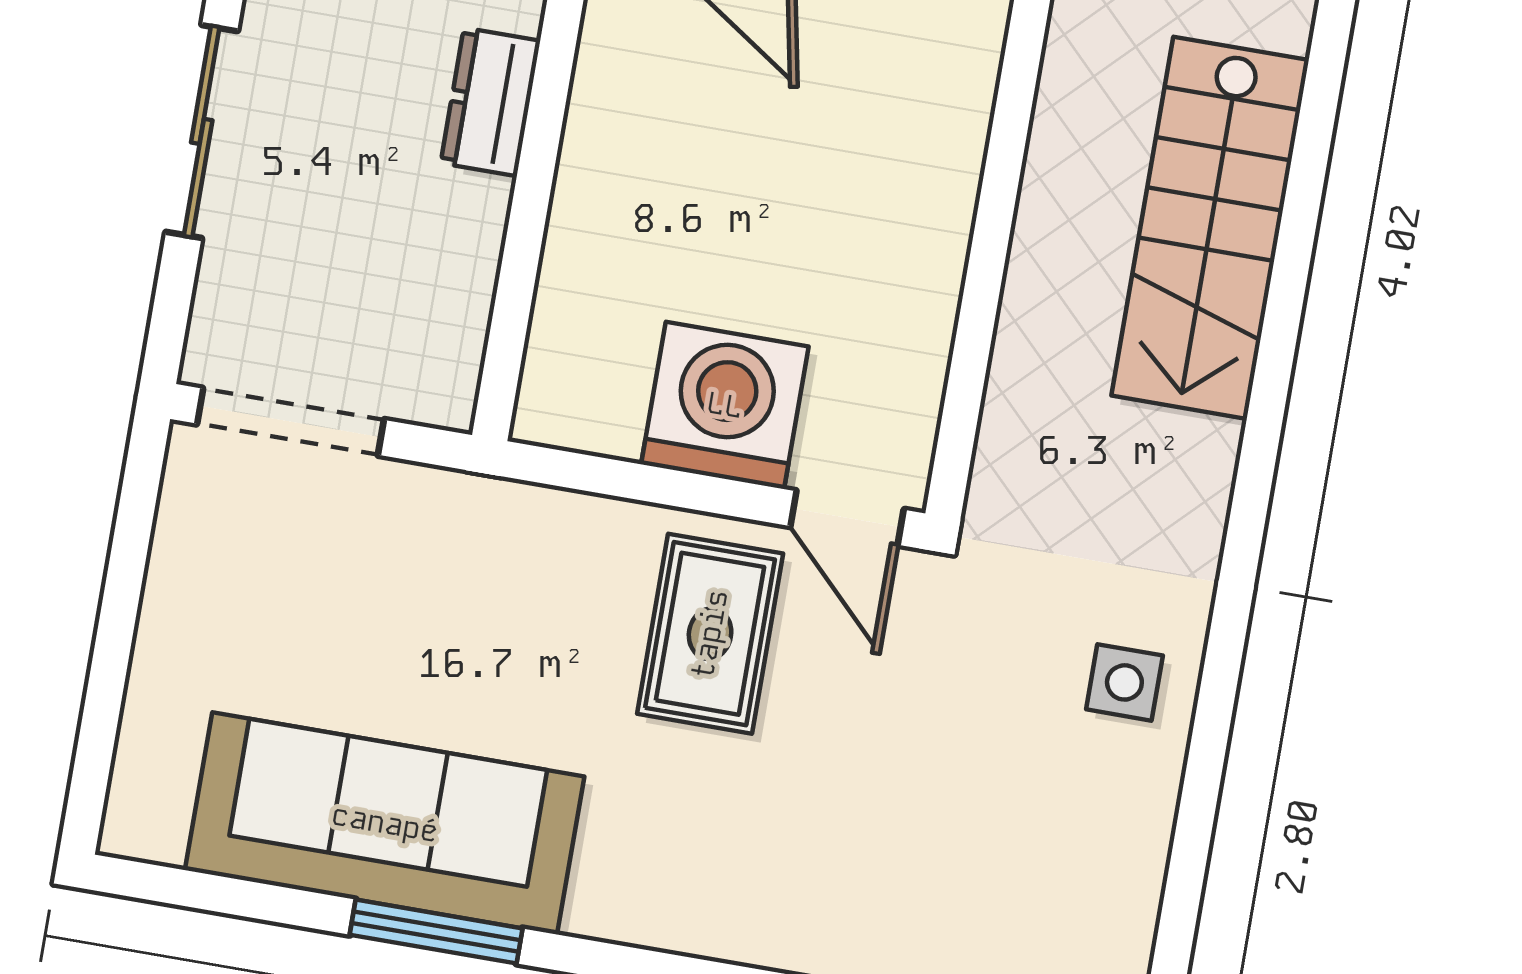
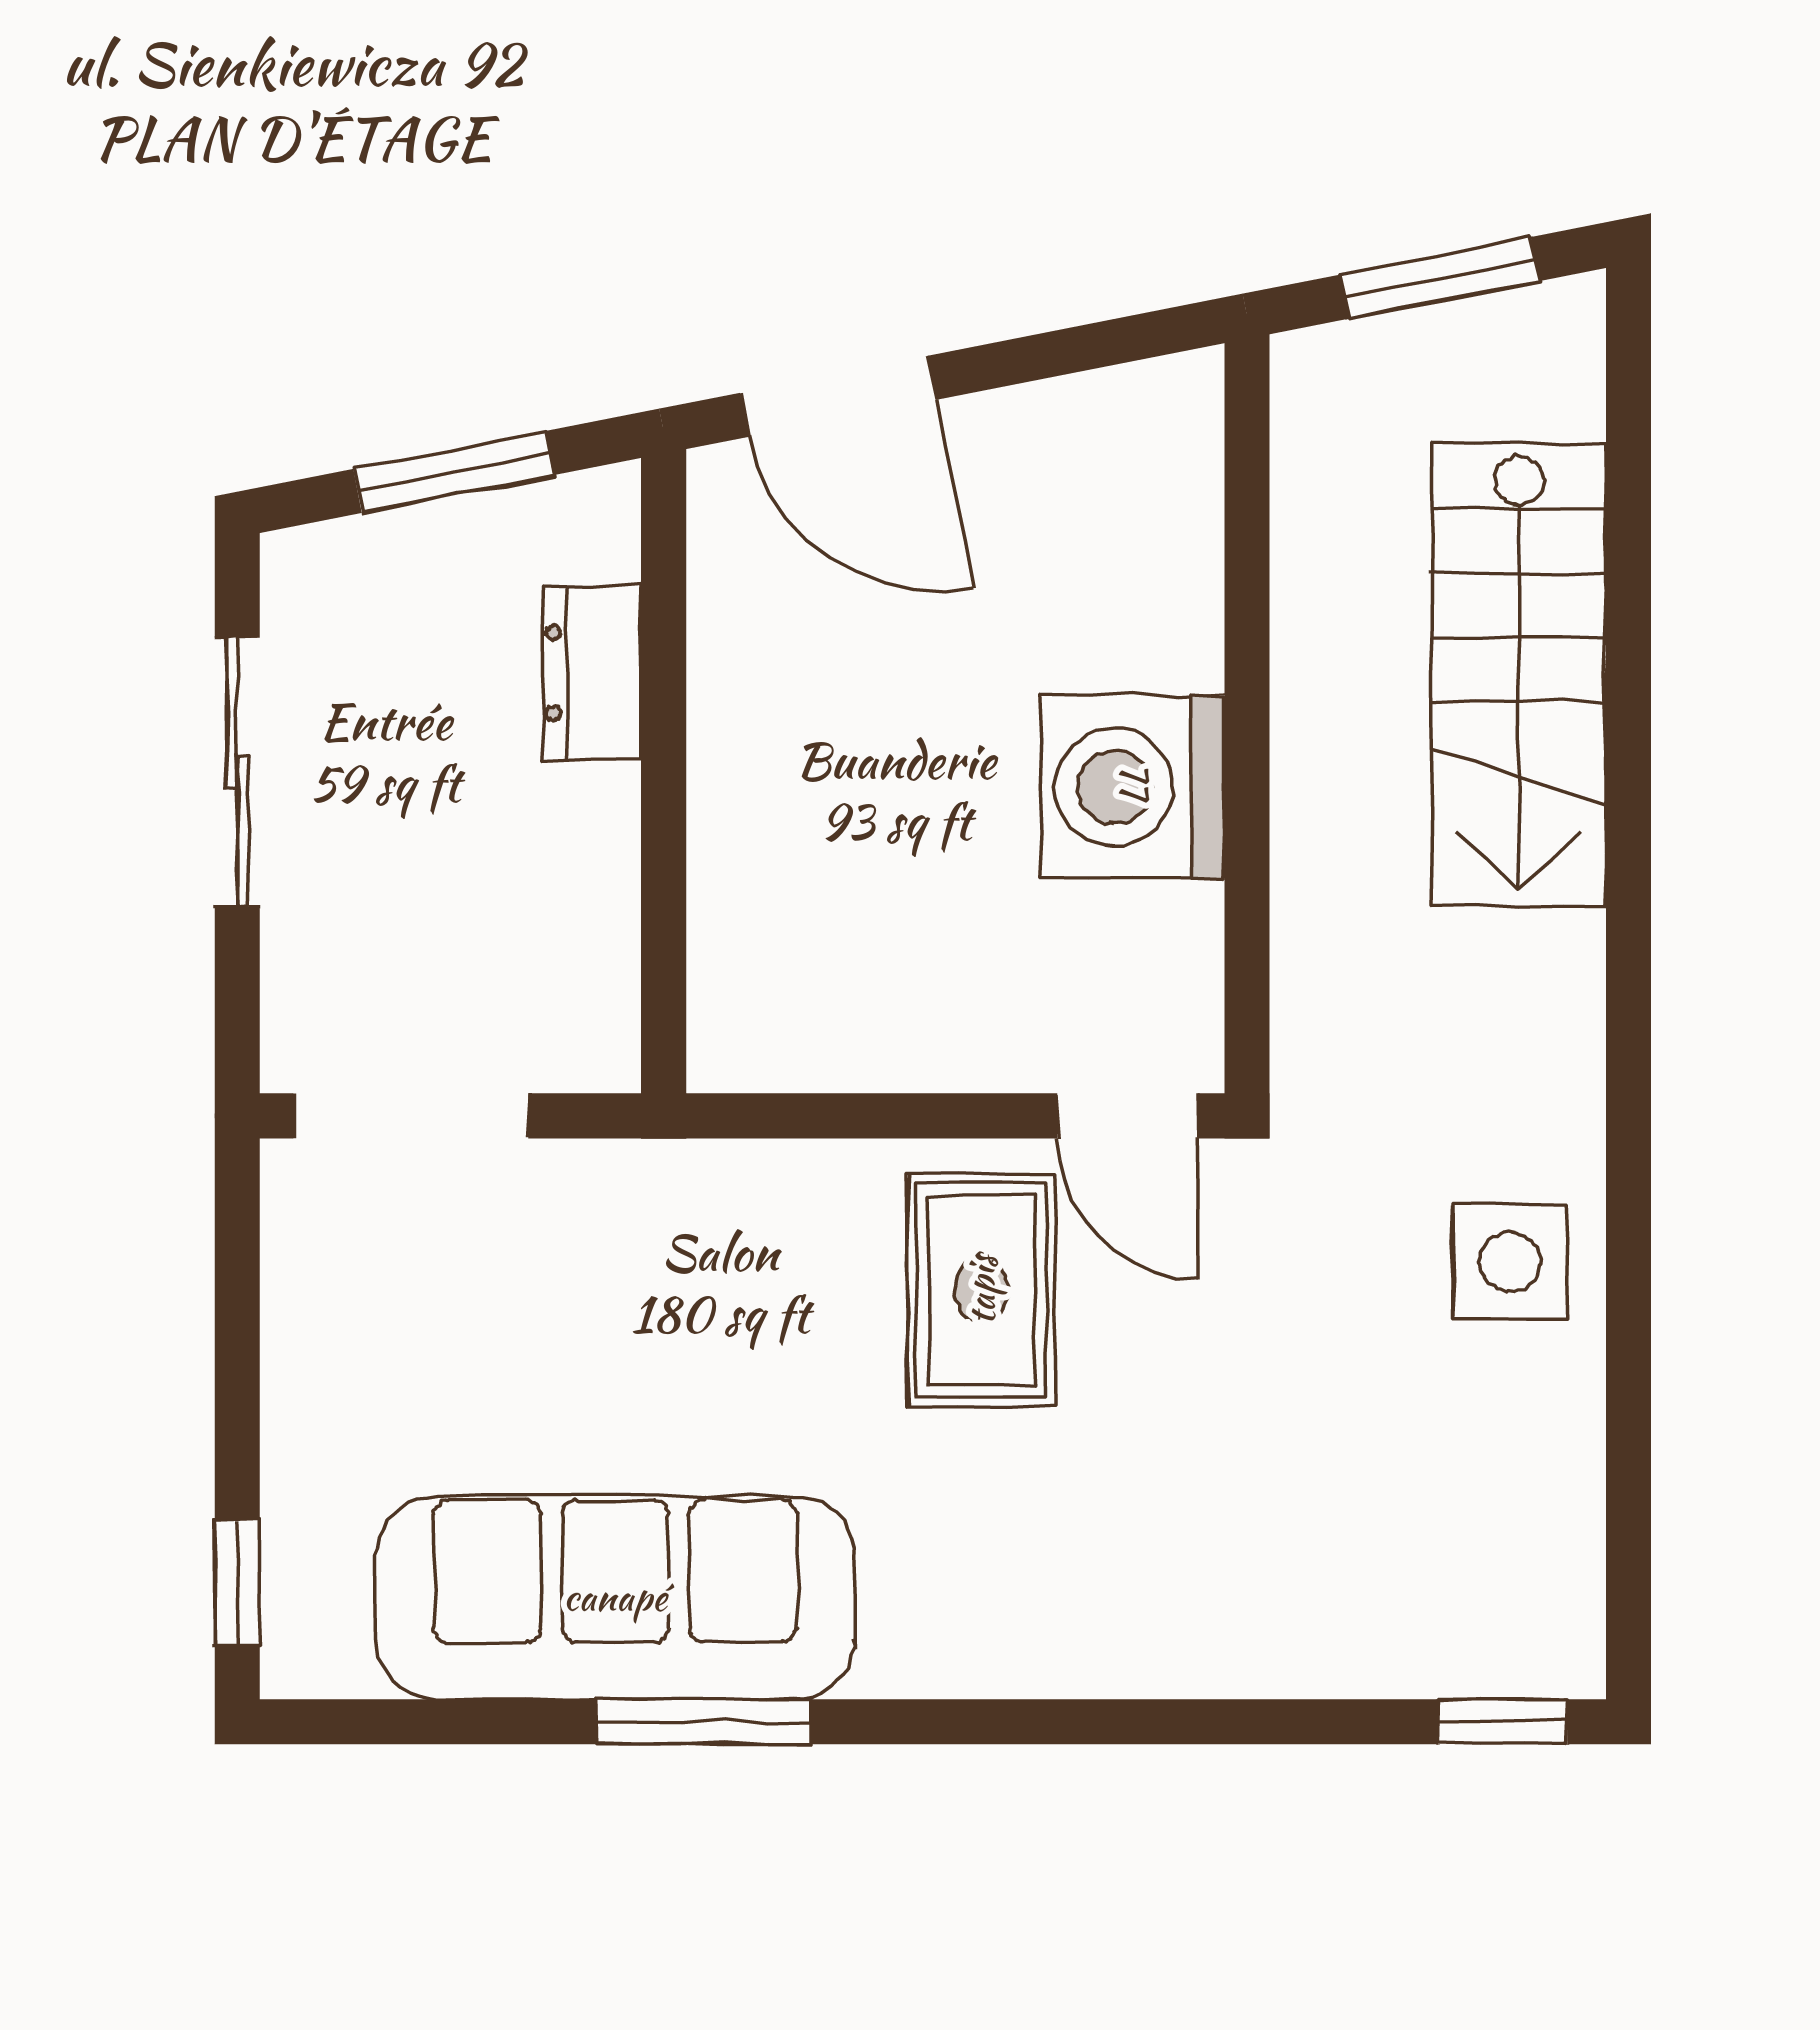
washing machine: (725, 405) -> (1133, 787), moved, turned -90
side table: (1124, 682) -> (1510, 1262), width x1.37, depth x1.37
window: (93, 761) -> (237, 1582), added

